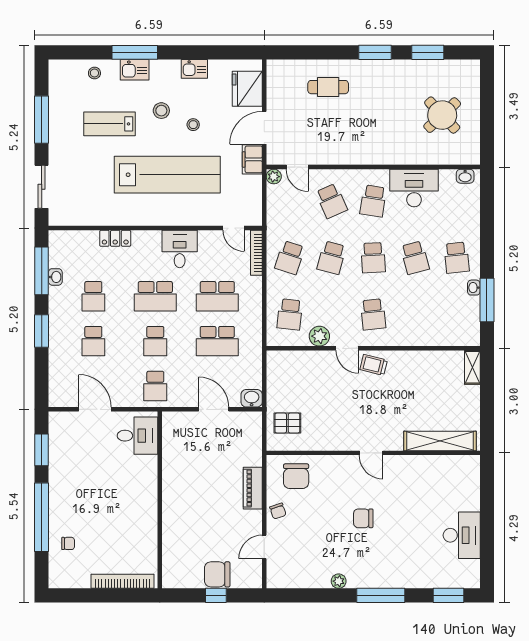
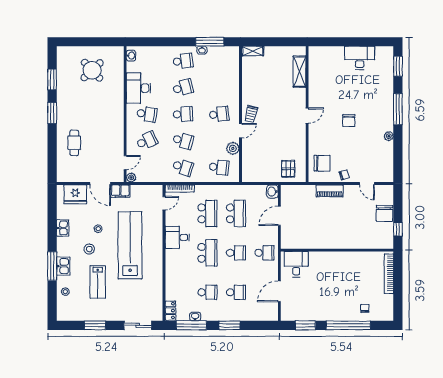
window: (42, 120) -> (95, 325), width x0.69
locker: (115, 238) -> (171, 311), moved
shelving: (440, 441) -> (300, 72), width x0.68
window: (216, 595) -> (398, 229), moved

